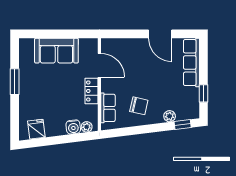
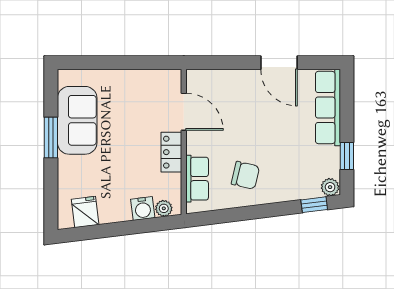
sofa: (56, 51) -> (77, 120), moved, turned -90
plant: (170, 116) -> (330, 187), moved

